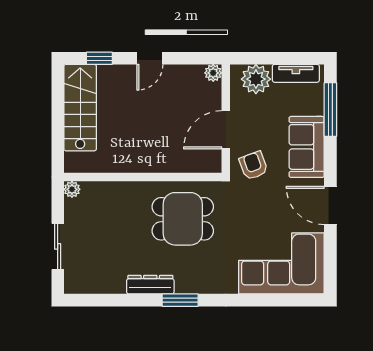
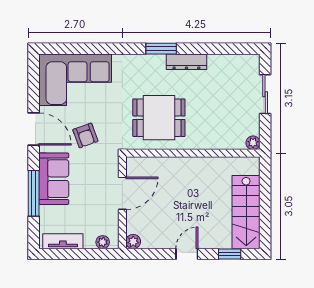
plant: (256, 79) -> (103, 242), width x0.53, depth x0.53
window: (330, 110) -> (34, 193), moved
armchair: (253, 166) -> (85, 135), moved

